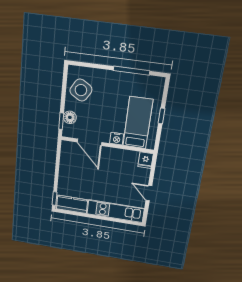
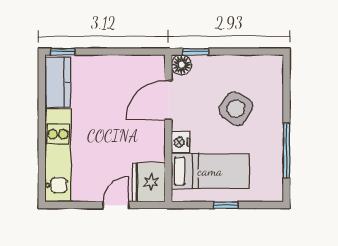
side table: (81, 90) -> (236, 109), moved
floor lamp: (70, 117) -> (182, 65), moved
fridge: (146, 160) -> (149, 182), width x1.88, depth x1.34
door: (149, 193) -> (116, 205), moved

